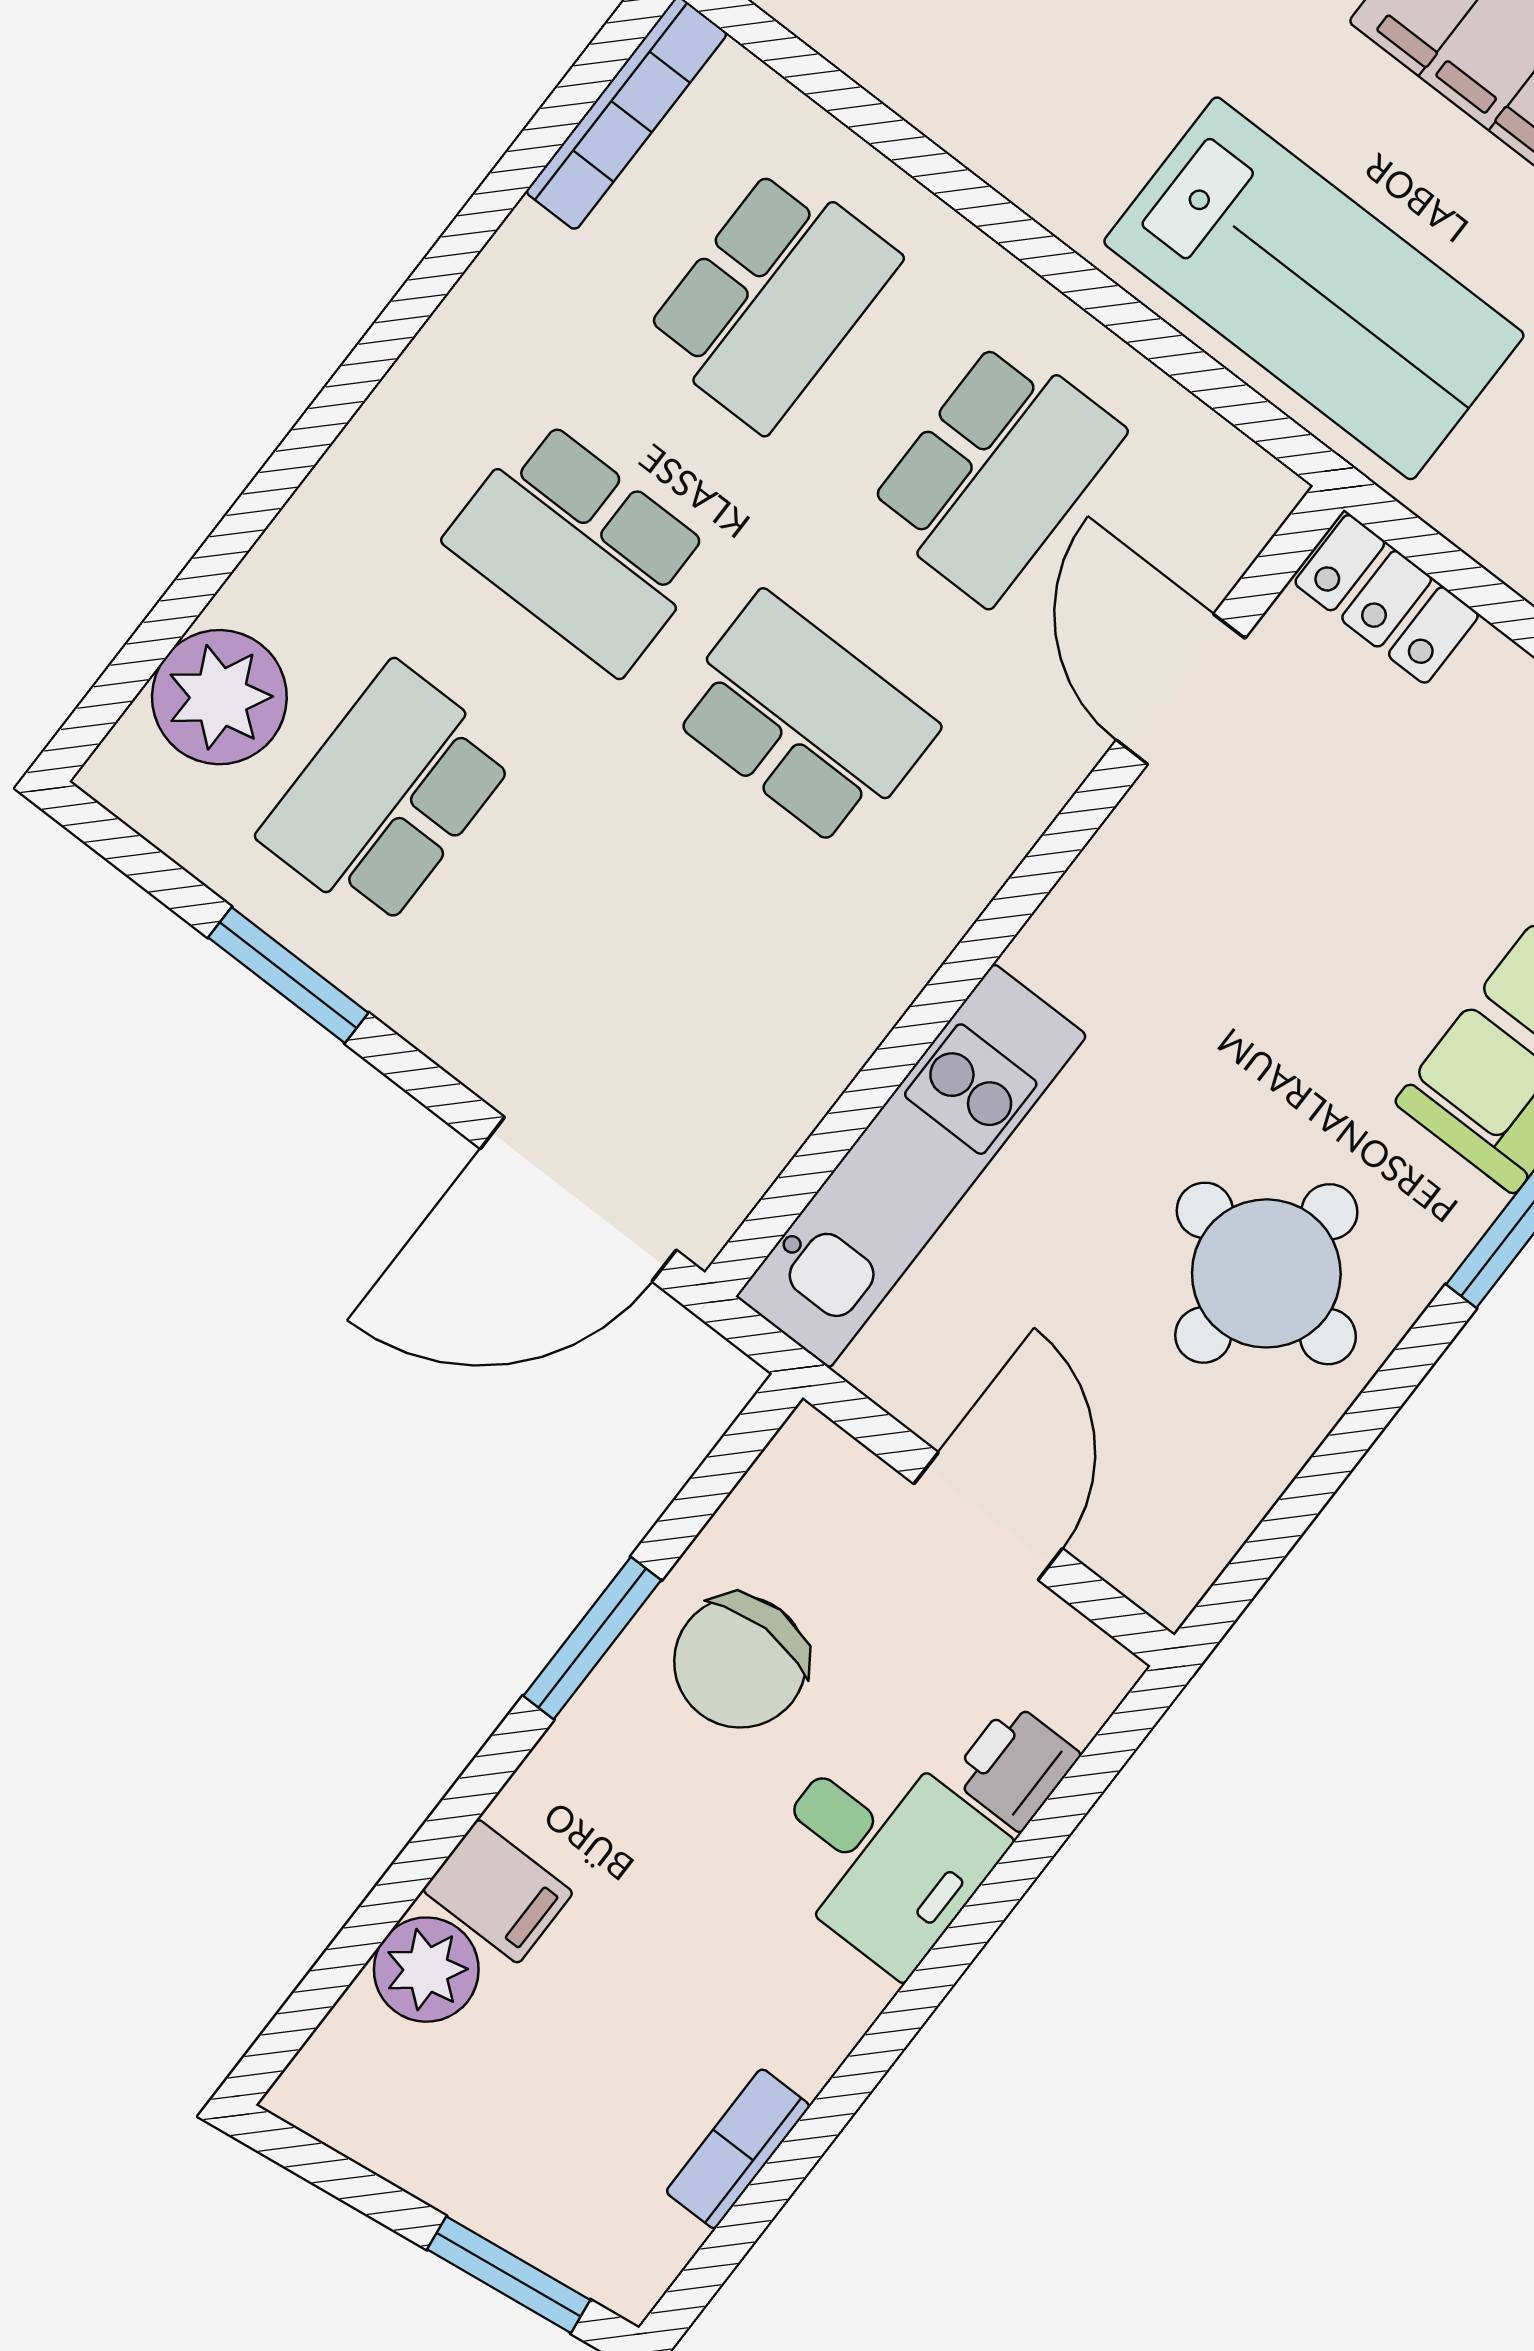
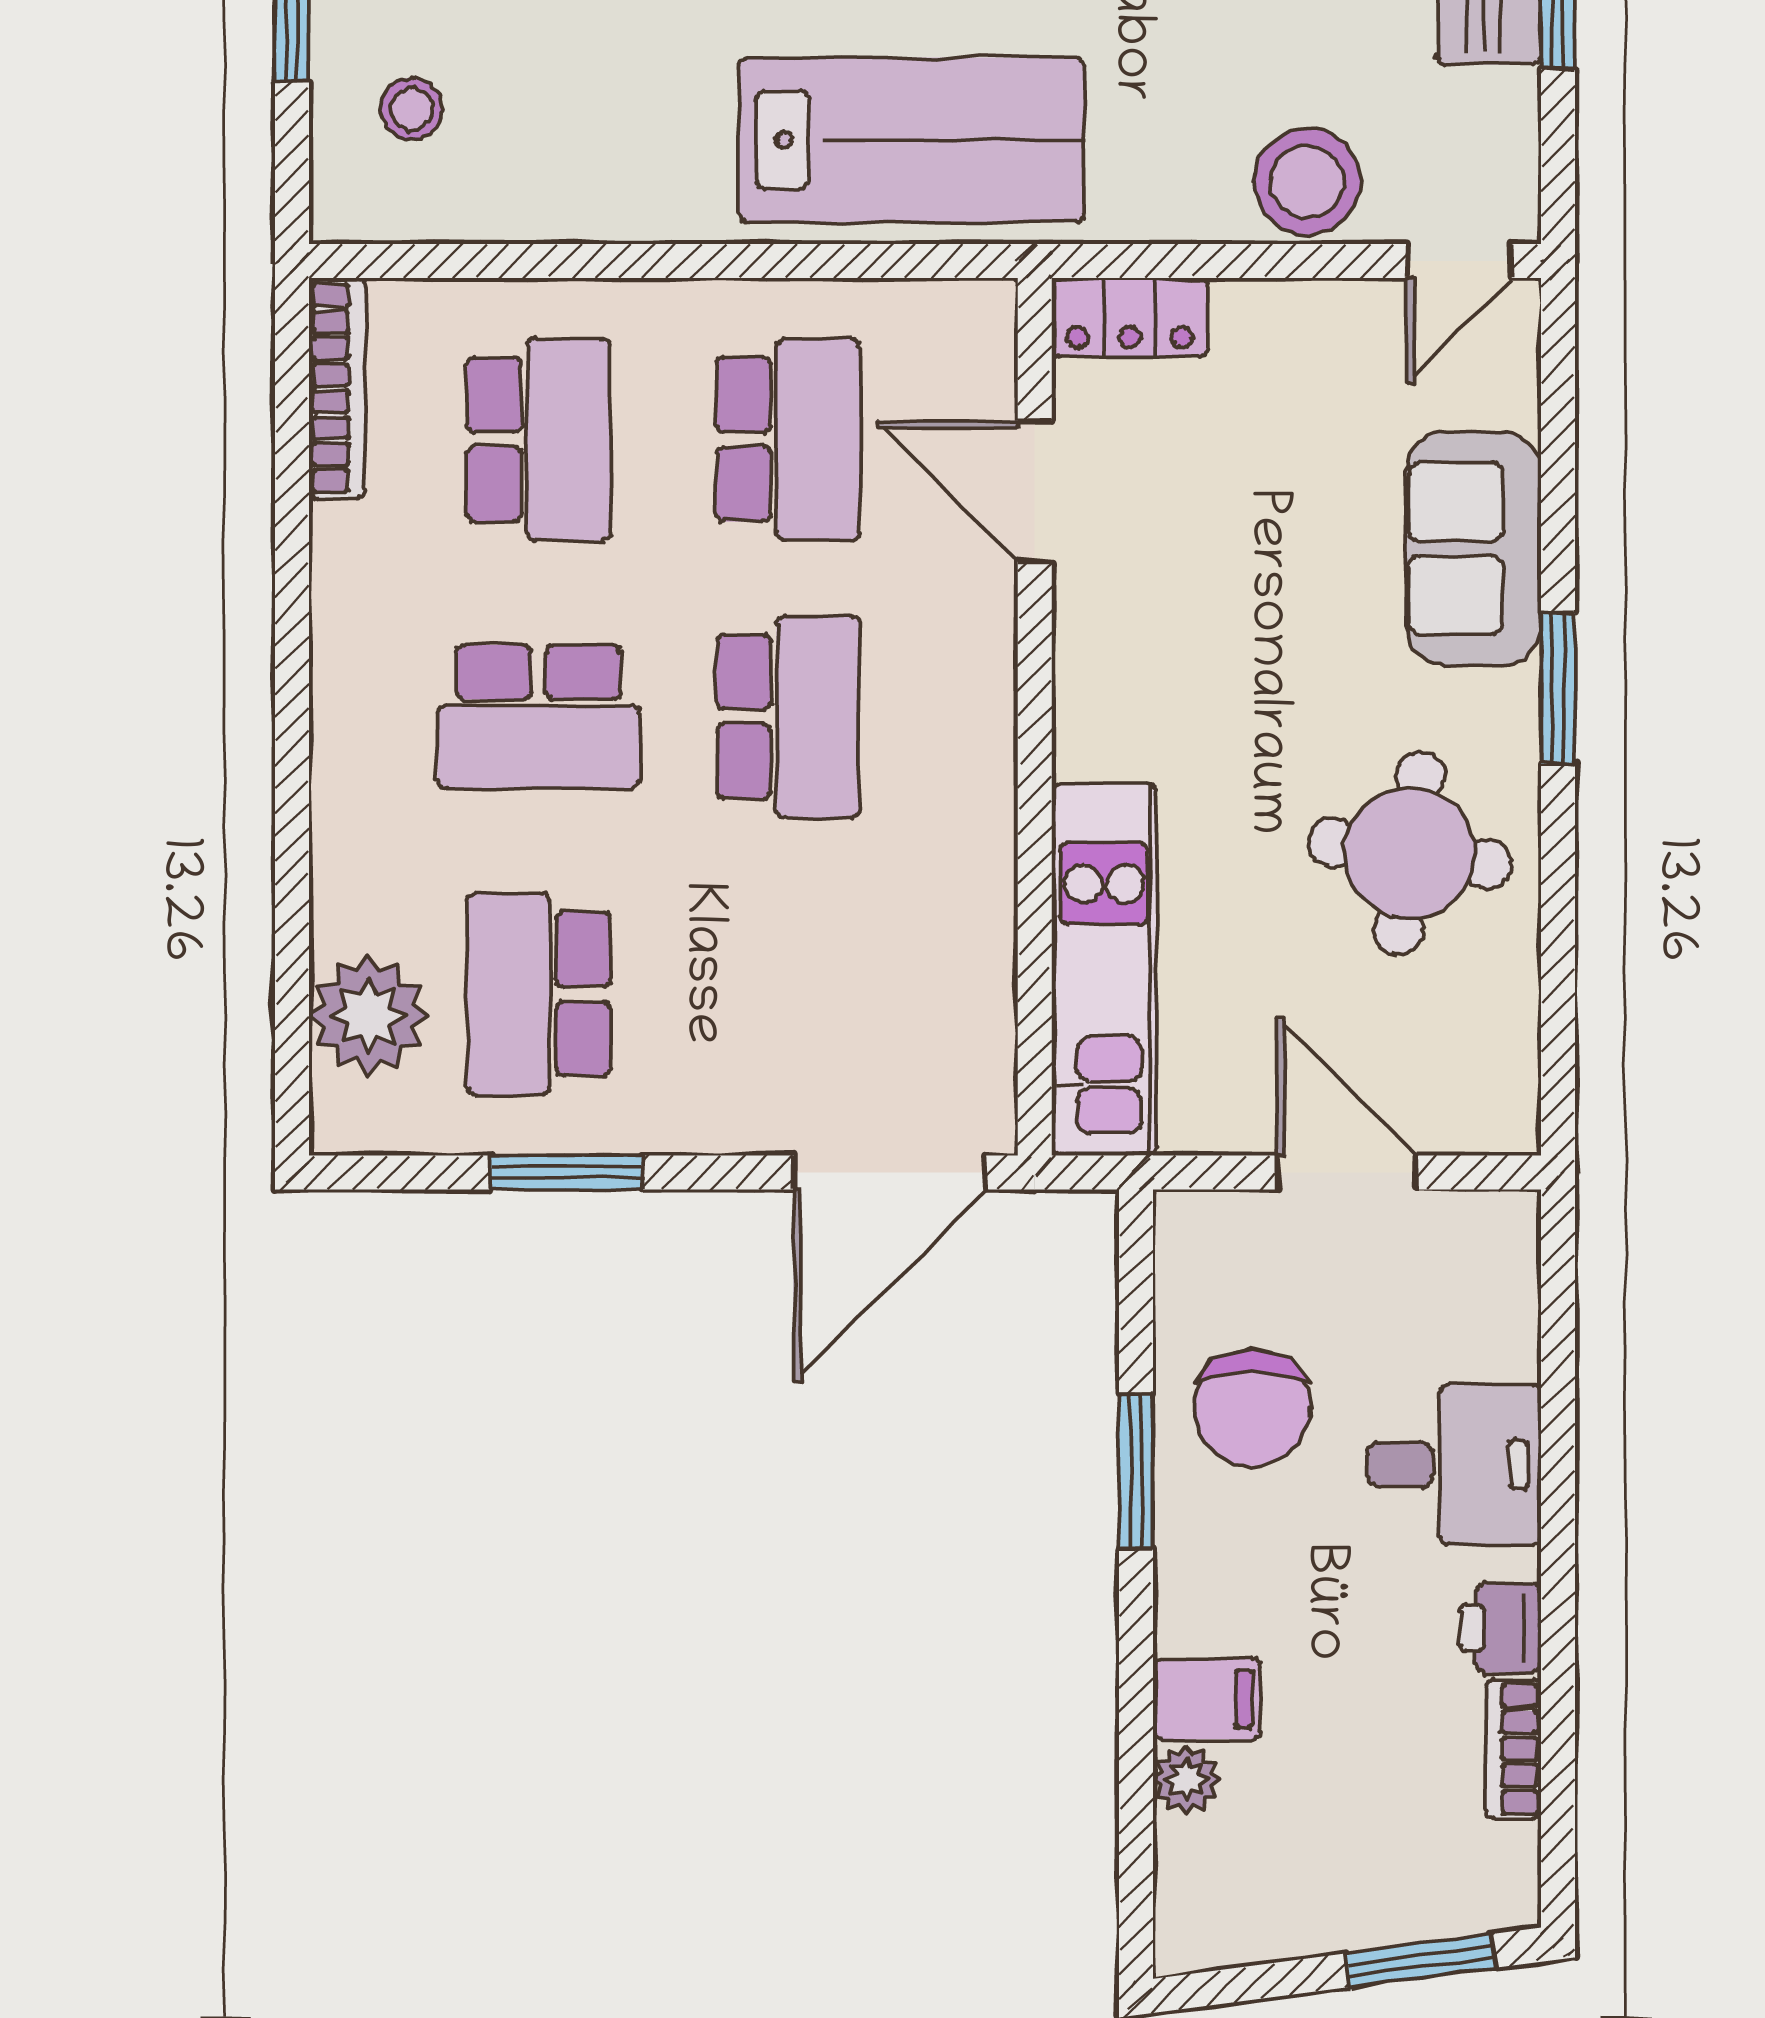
school desk: (803, 720) -> (788, 717), turned 90
printer: (1015, 1766) -> (1500, 1628), moved
plant: (426, 1970) -> (1186, 1779), width x0.73, depth x0.73

